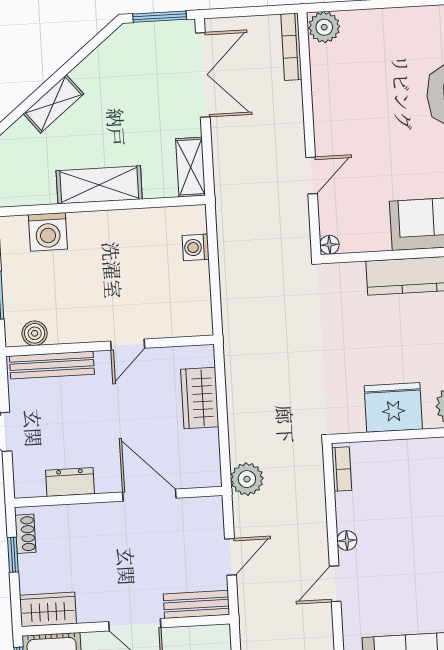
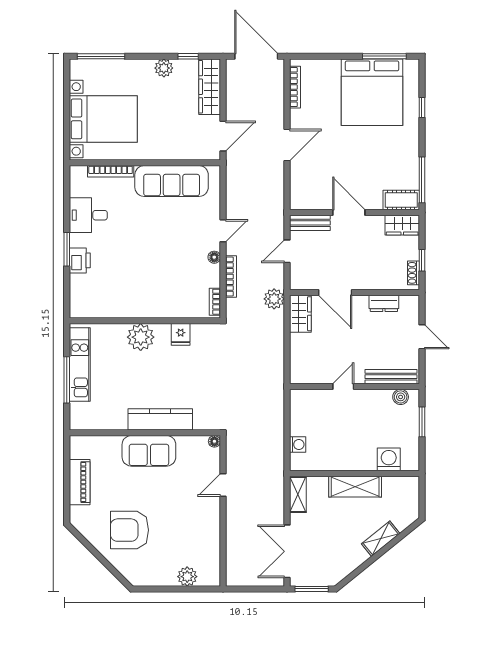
plant: (324, 27) -> (187, 577), moved
bookcase: (291, 47) -> (231, 277), moved
wardrobe: (200, 398) -> (300, 314), moved
fridge: (393, 407) -> (181, 334), width x0.53, depth x0.75

